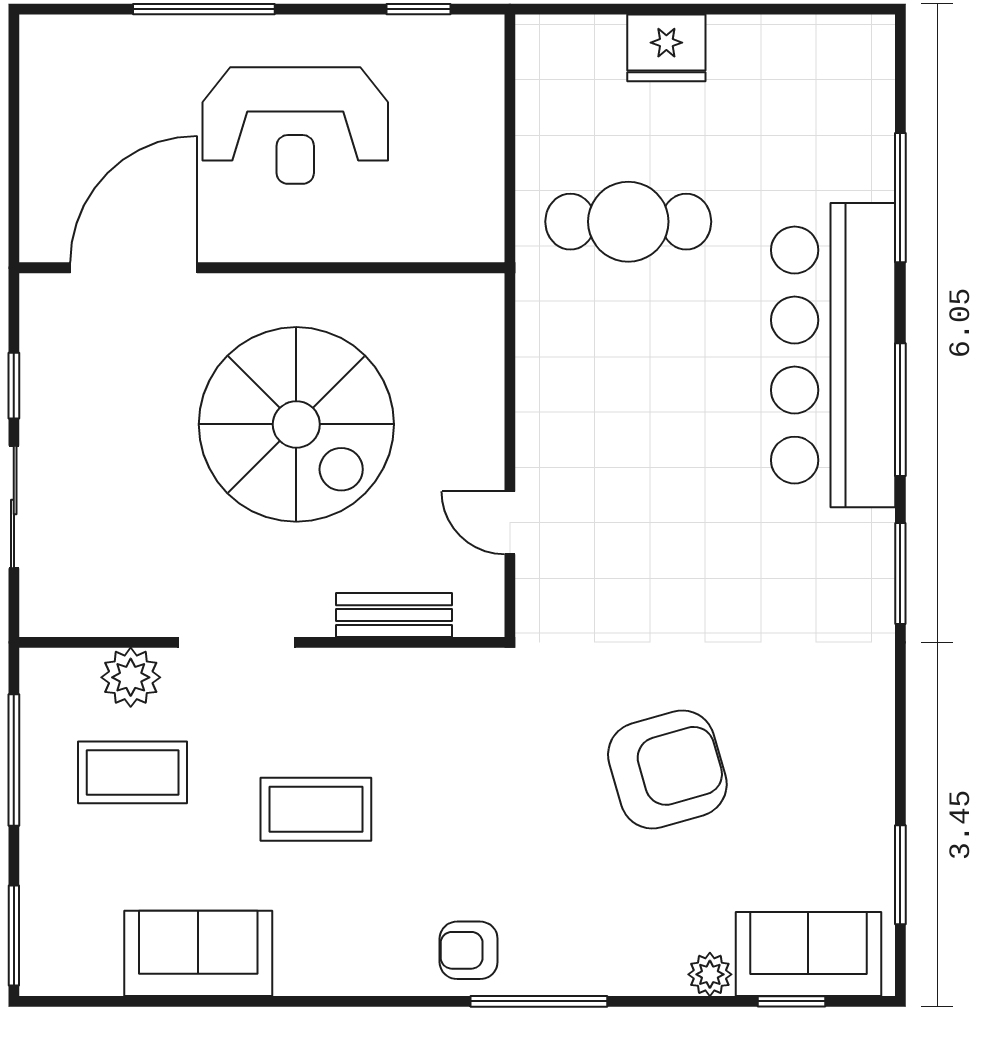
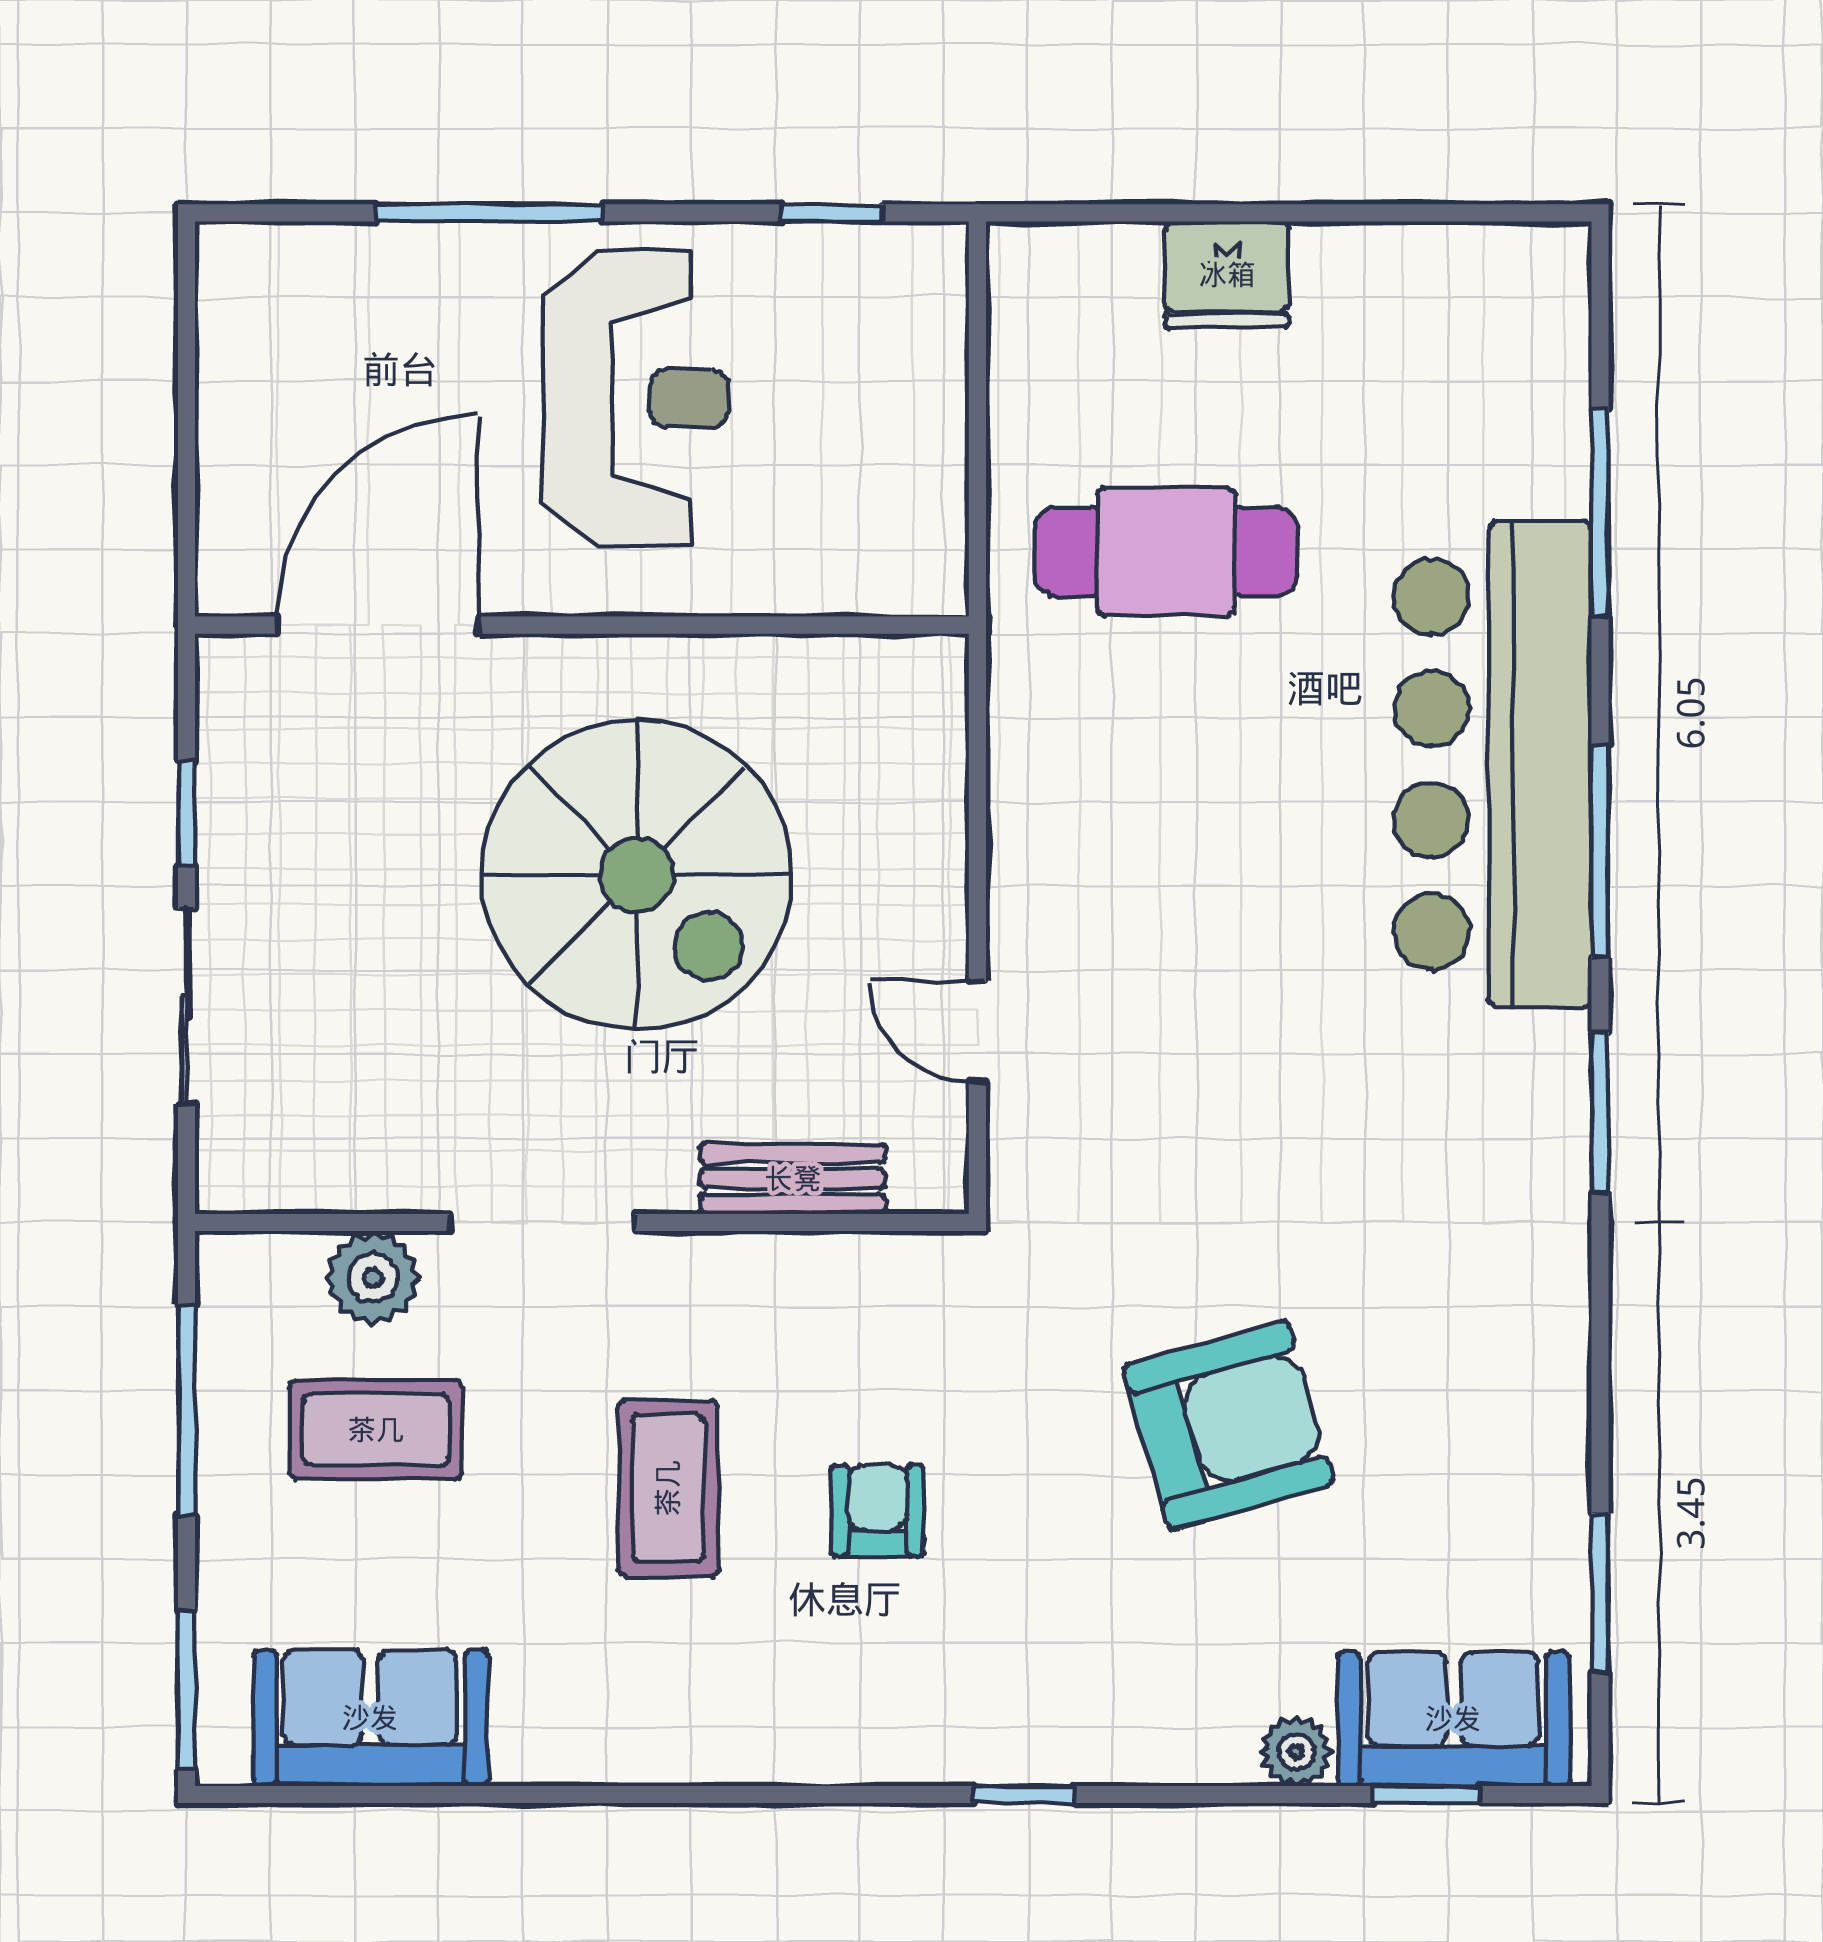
reception desk: (295, 126) -> (635, 398), turned -90
coffee table: (316, 809) -> (668, 1488), turned 90
armchair: (469, 950) -> (878, 1510), moved, turned 90
sofa: (198, 953) -> (370, 1718), moved
window: (539, 1001) -> (1024, 1795), width x0.46

